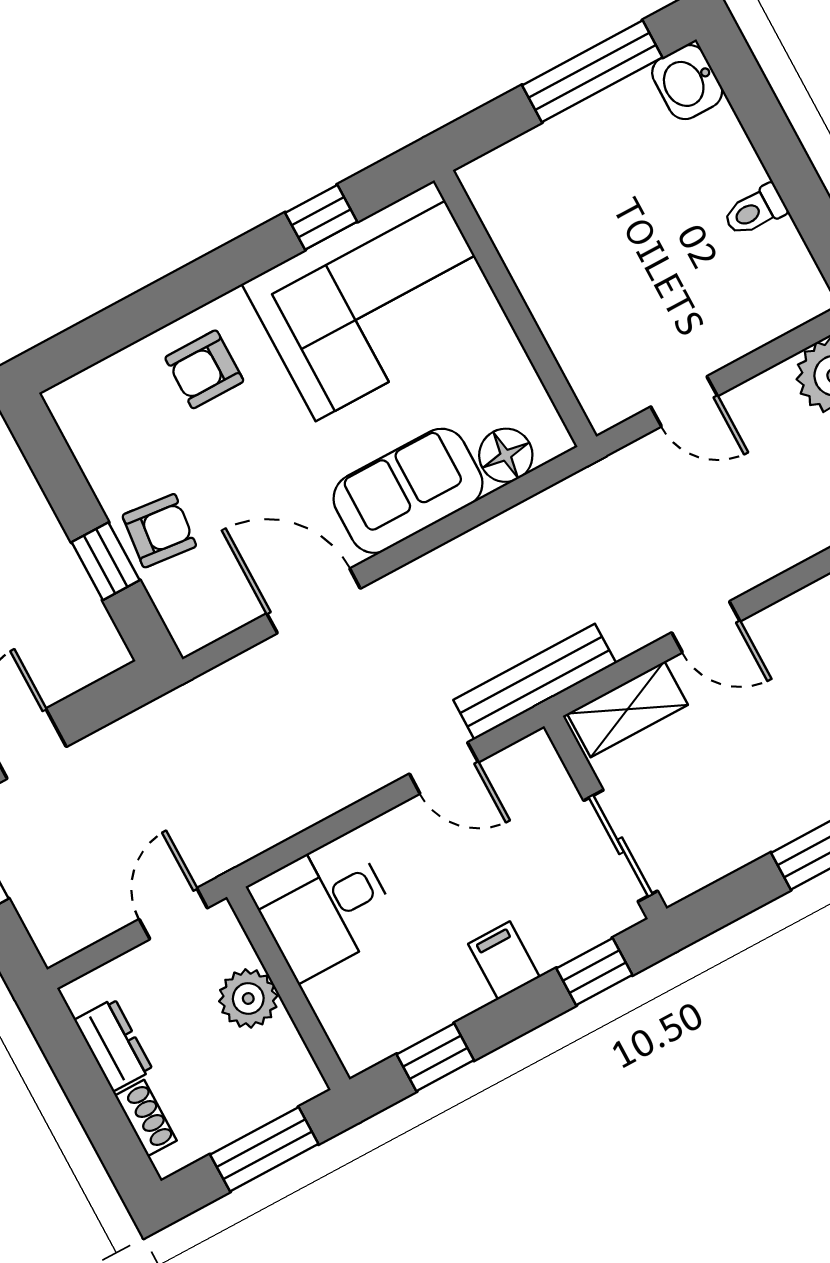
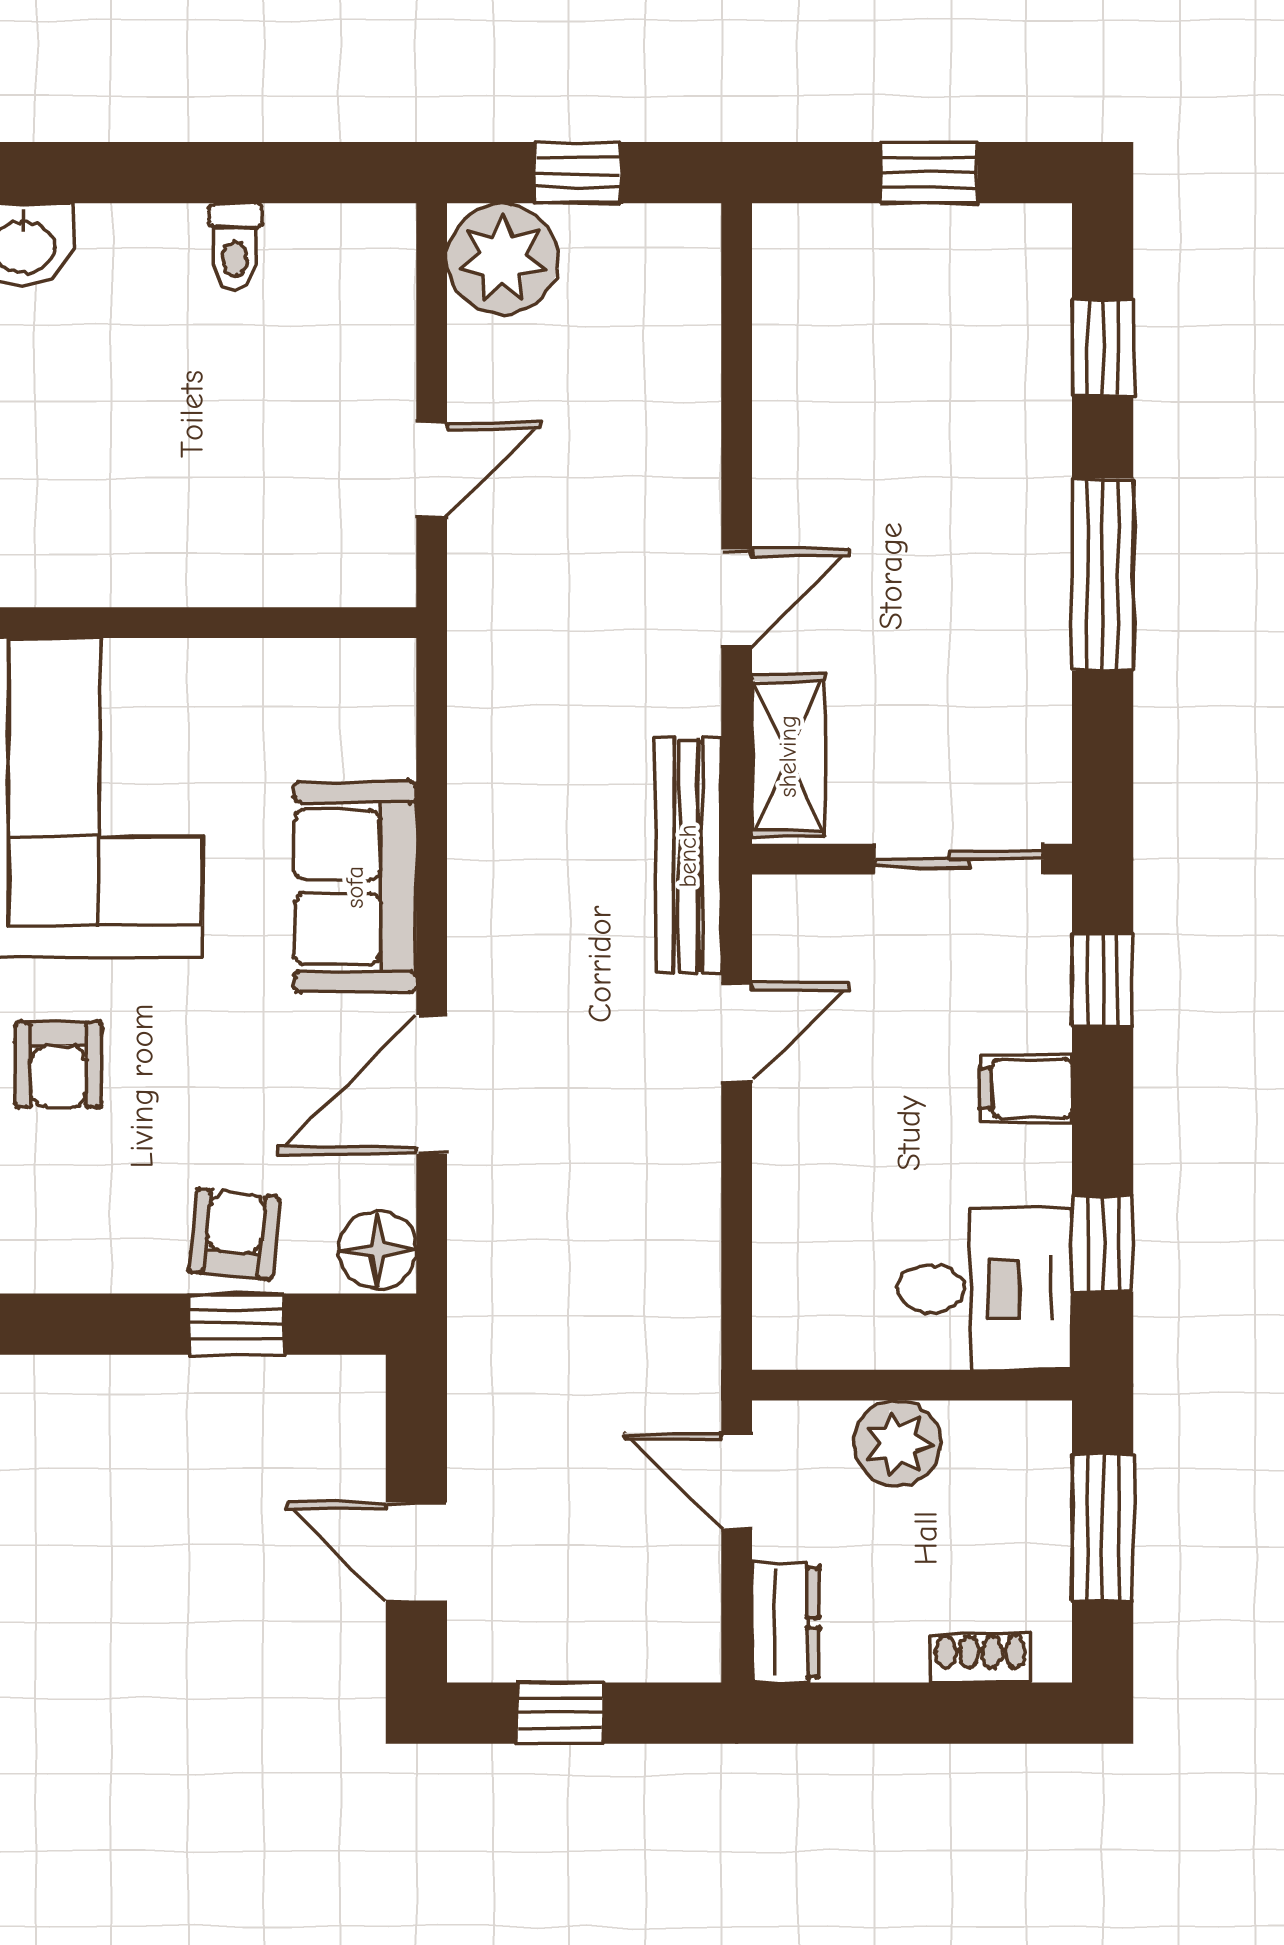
floor lamp: (506, 455) -> (377, 1250), moved
desk: (324, 907) -> (985, 1289), moved, turned -90
dresser: (114, 1045) -> (786, 1623), moved, turned 90

